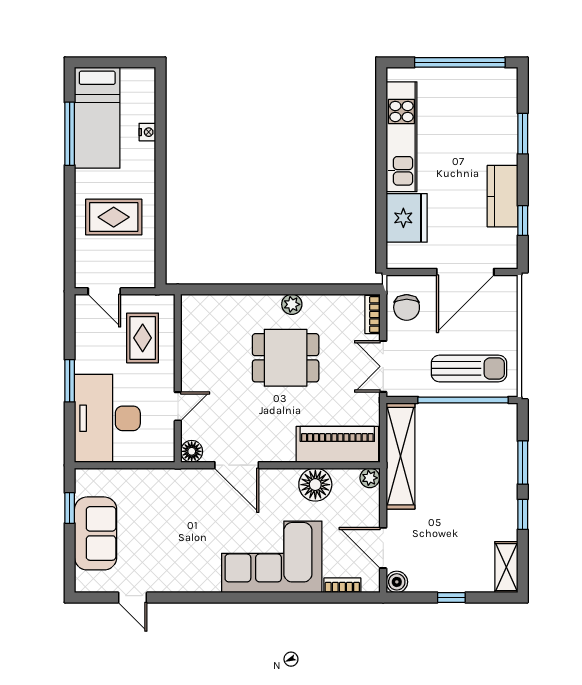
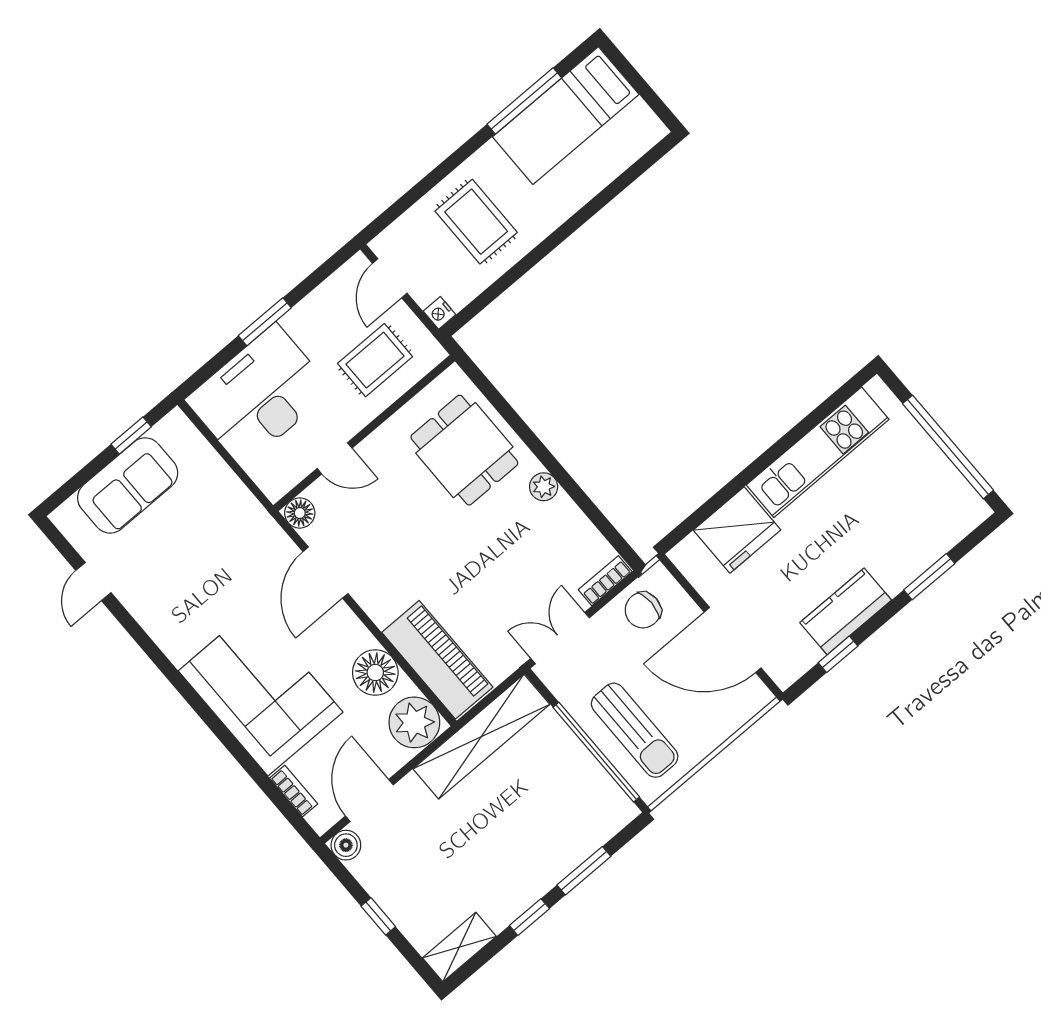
nightstand: (147, 132) -> (440, 313), moved, turned 90
dining table: (286, 358) -> (464, 450), moved
plant: (370, 478) -> (414, 722), width x1.87, depth x1.87

